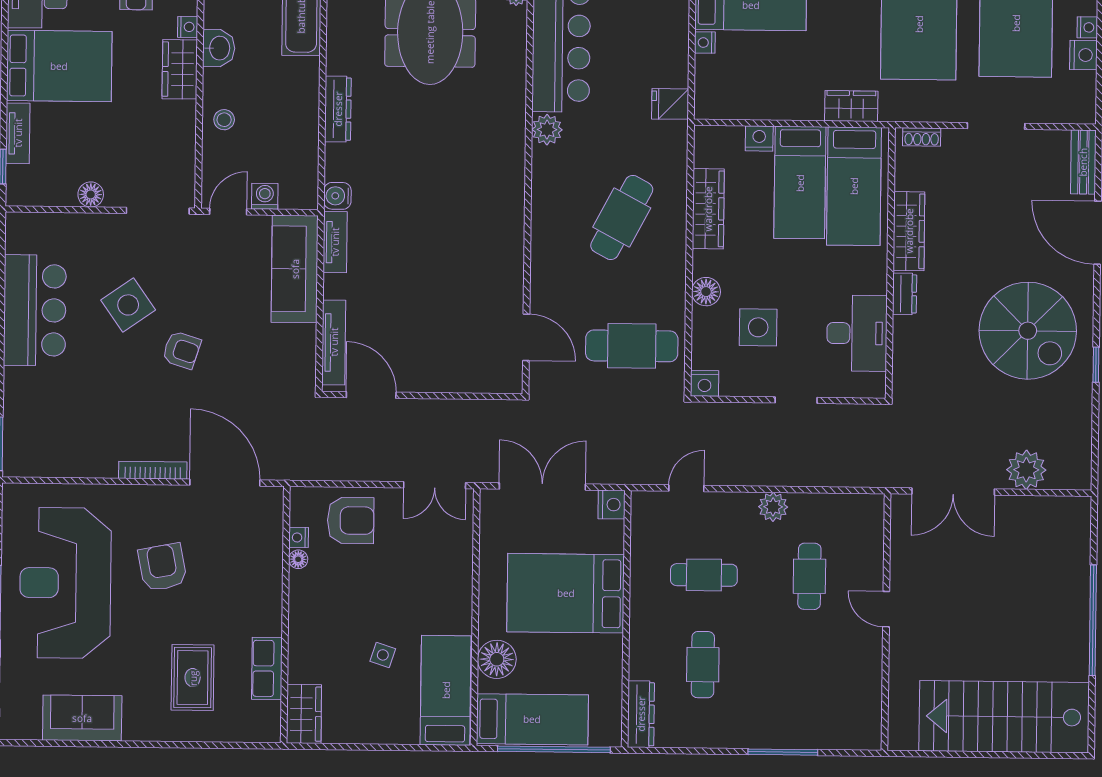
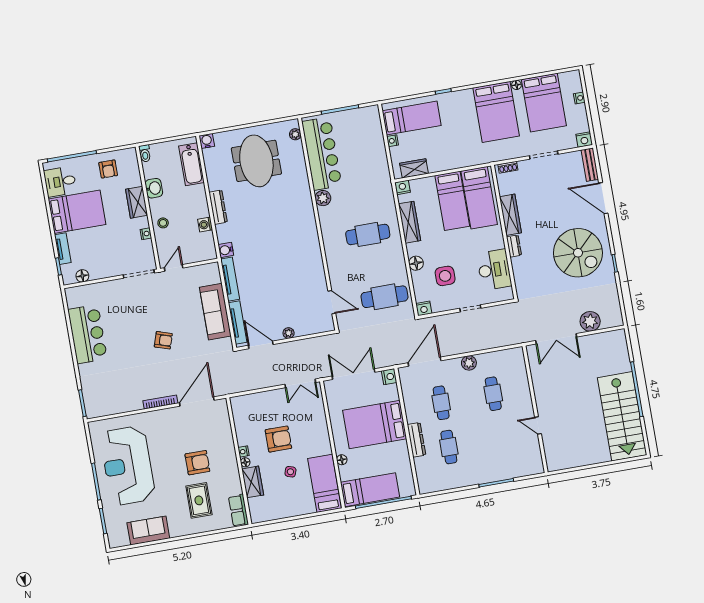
nightstand: (188, 27) -> (146, 234), moved
nightstand: (1083, 55) -> (584, 140), moved, turned 90
fridge: (670, 104) -> (381, 174), removed
wardrobe: (851, 106) -> (414, 168), moved
nightstand: (759, 138) -> (403, 187), moved
floor lamp: (91, 194) -> (82, 276), moved
washing machine: (265, 196) -> (205, 224), moved, turned -90
cafe table: (622, 217) -> (368, 234), turned 62
tv unit: (335, 242) -> (230, 279), width x1.41
sofa: (295, 269) -> (215, 312), moved
side table: (128, 305) -> (133, 323), removed
plant: (430, 382) -> (289, 333), added
door: (225, 483) -> (197, 401), hinge flipped
door: (686, 488) -> (425, 362), width x1.87
armchair: (351, 520) -> (278, 439), moved
nightstand: (299, 537) -> (243, 452), moved
floor lamp: (298, 559) -> (245, 462), moved
armchair: (163, 567) -> (197, 463), moved, turned 101
cafe table: (704, 575) -> (441, 403), turned 90
door: (886, 609) -> (538, 425), moved
floor lamp: (497, 659) -> (342, 460), width x0.53, depth x0.53
row of seats: (267, 668) -> (238, 510), moved
wardrobe: (304, 714) -> (253, 482), moved
dresser: (641, 714) -> (416, 440), moved
stairs: (1004, 717) -> (622, 416), moved, turned -90

